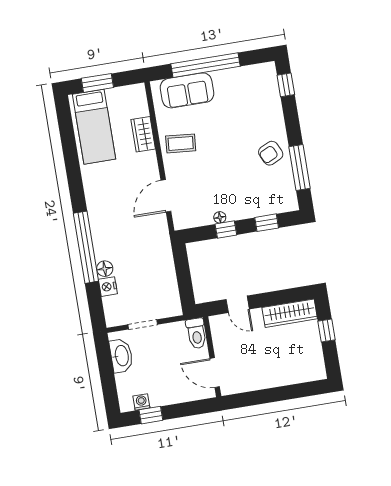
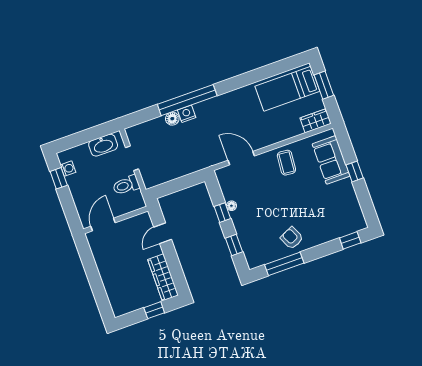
window: (206, 65) -> (355, 171), width x0.32
wardrobe: (143, 134) -> (316, 121), moved
nightstand: (108, 287) -> (187, 114), moved
toilet: (196, 333) -> (126, 185), moved

